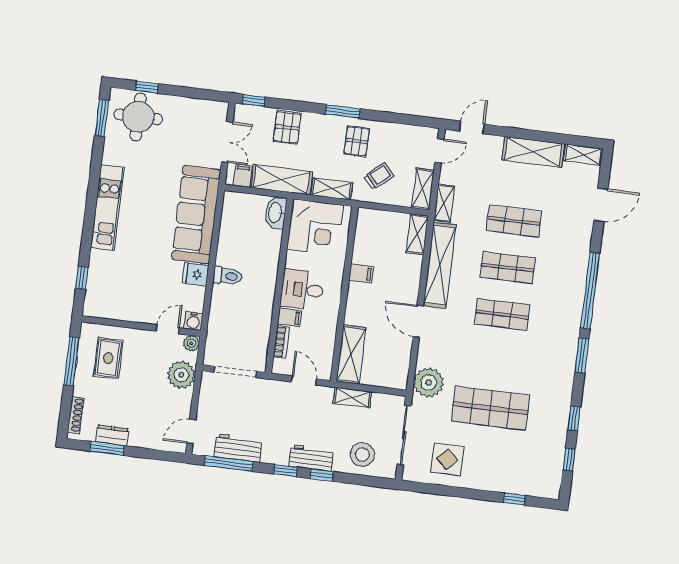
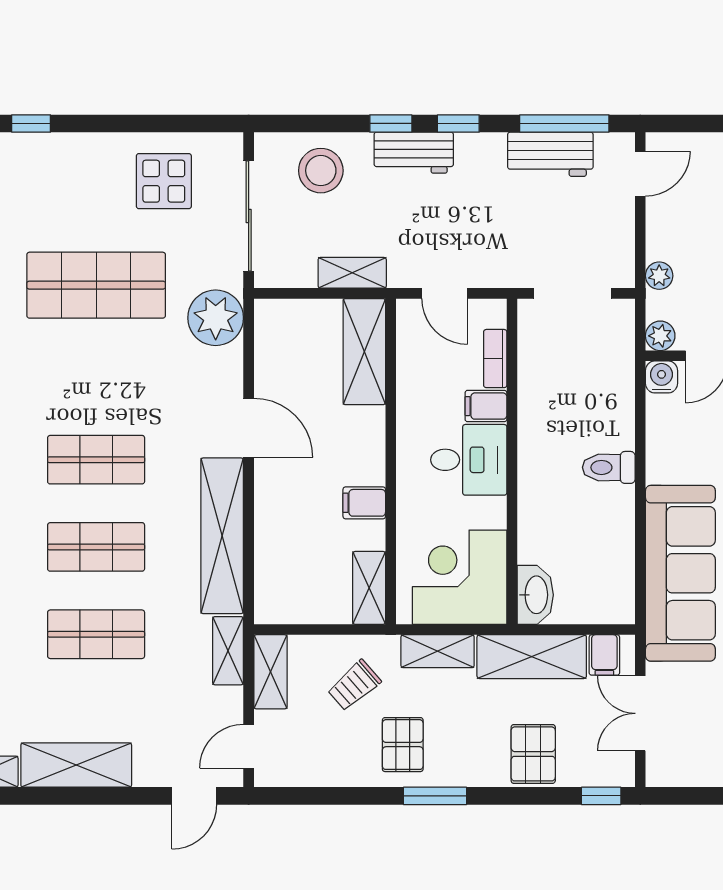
shelving: (417, 234) -> (369, 588), moved
fridge: (195, 274) -> (668, 463), removed
plant: (181, 375) -> (659, 276), width x0.53, depth x0.53

